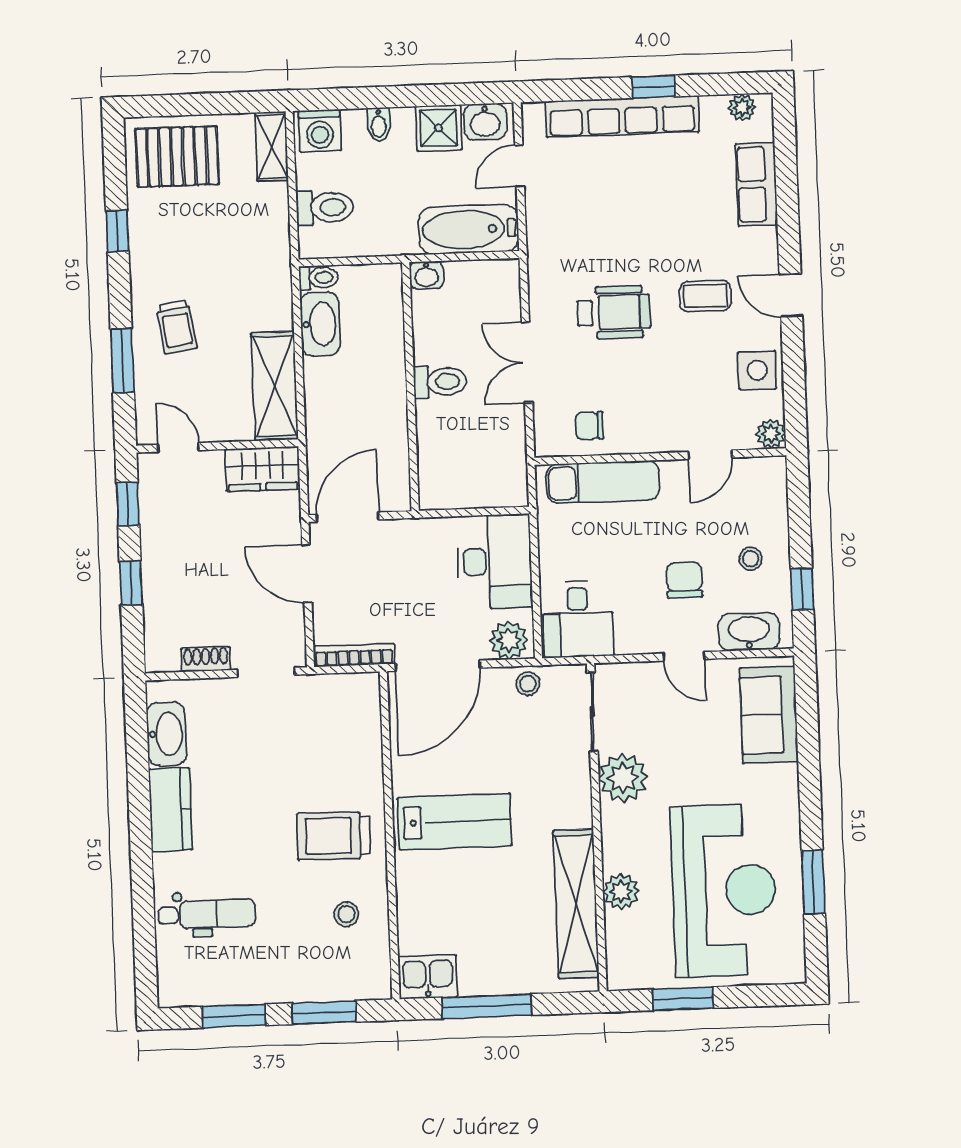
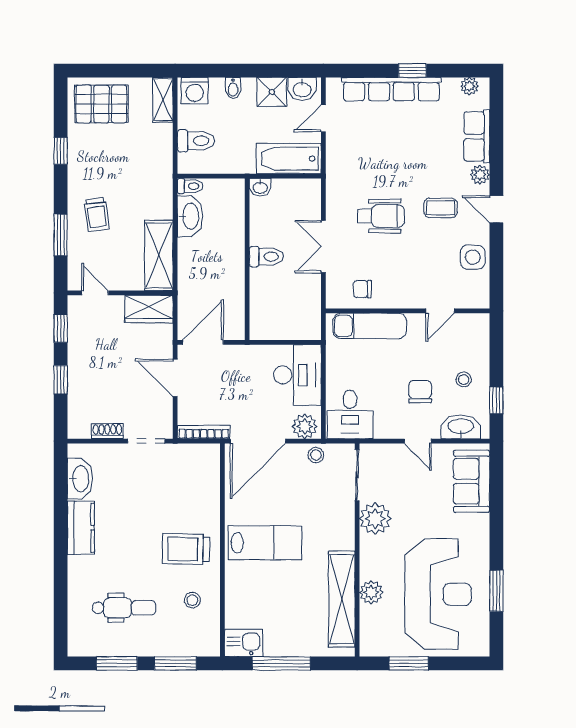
plant: (771, 434) -> (480, 175), moved
dental chair: (207, 914) -> (124, 608), moved

